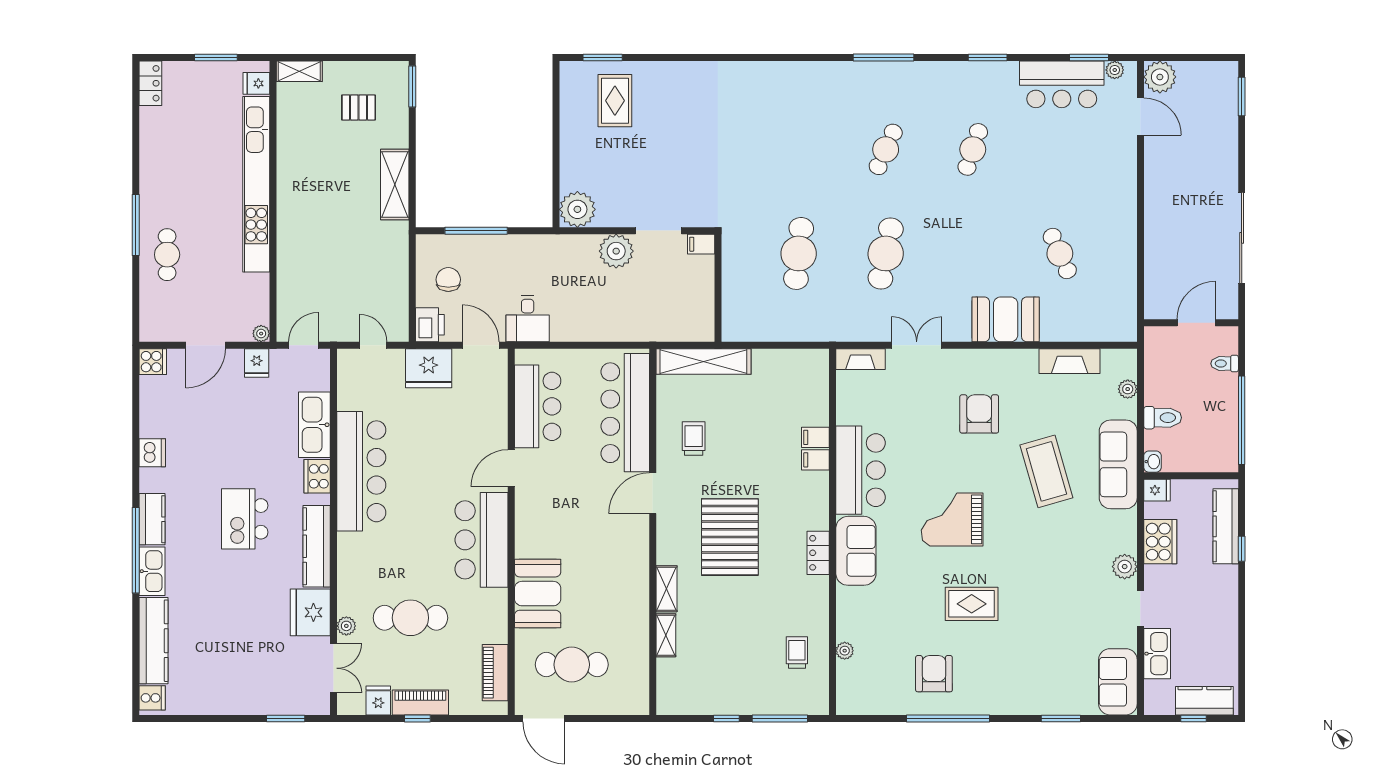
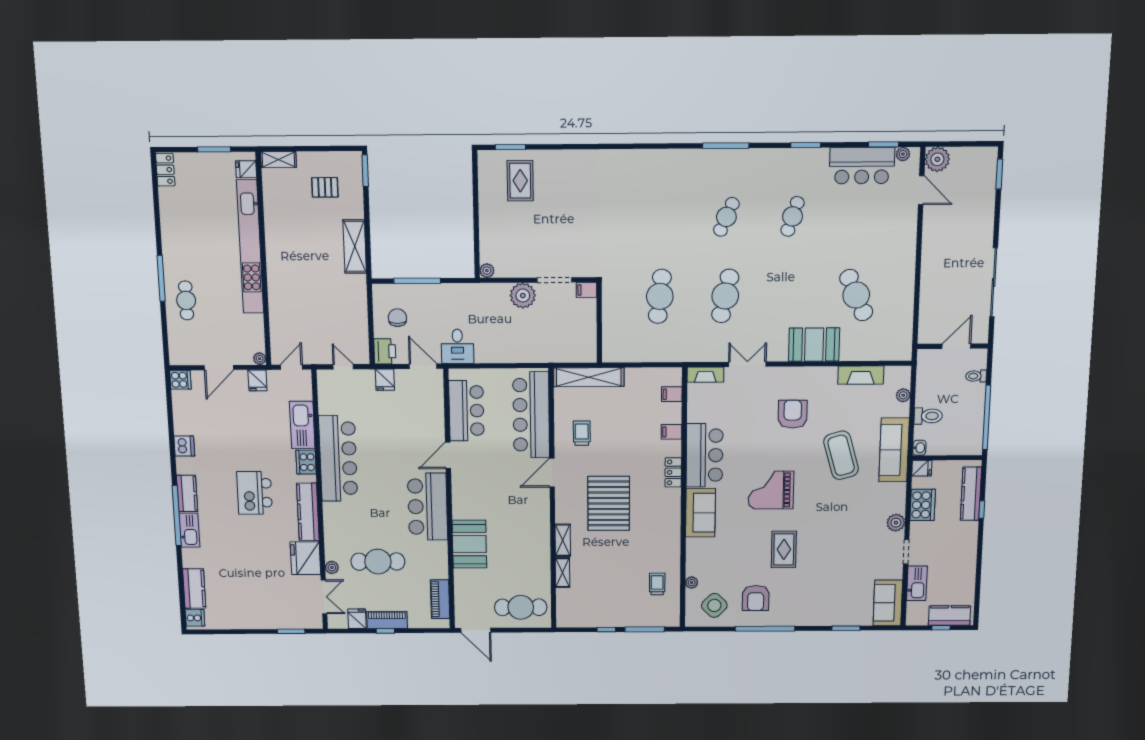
plant: (577, 209) -> (487, 271), width x0.53, depth x0.53
cafe table: (1060, 253) -> (856, 295), width x1.37, depth x1.35
fridge: (429, 368) -> (385, 380), width x0.53, depth x0.75
filing cabinet: (815, 460) -> (672, 394), moved
locker: (818, 553) -> (673, 472), moved
rug: (972, 604) -> (784, 549), turned 90
kitchen counter: (154, 641) -> (194, 588), width x0.67
cafe table: (572, 665) -> (521, 607), moved
armchair: (934, 674) -> (756, 598), turned 180
side table: (877, 684) -> (714, 605), added

